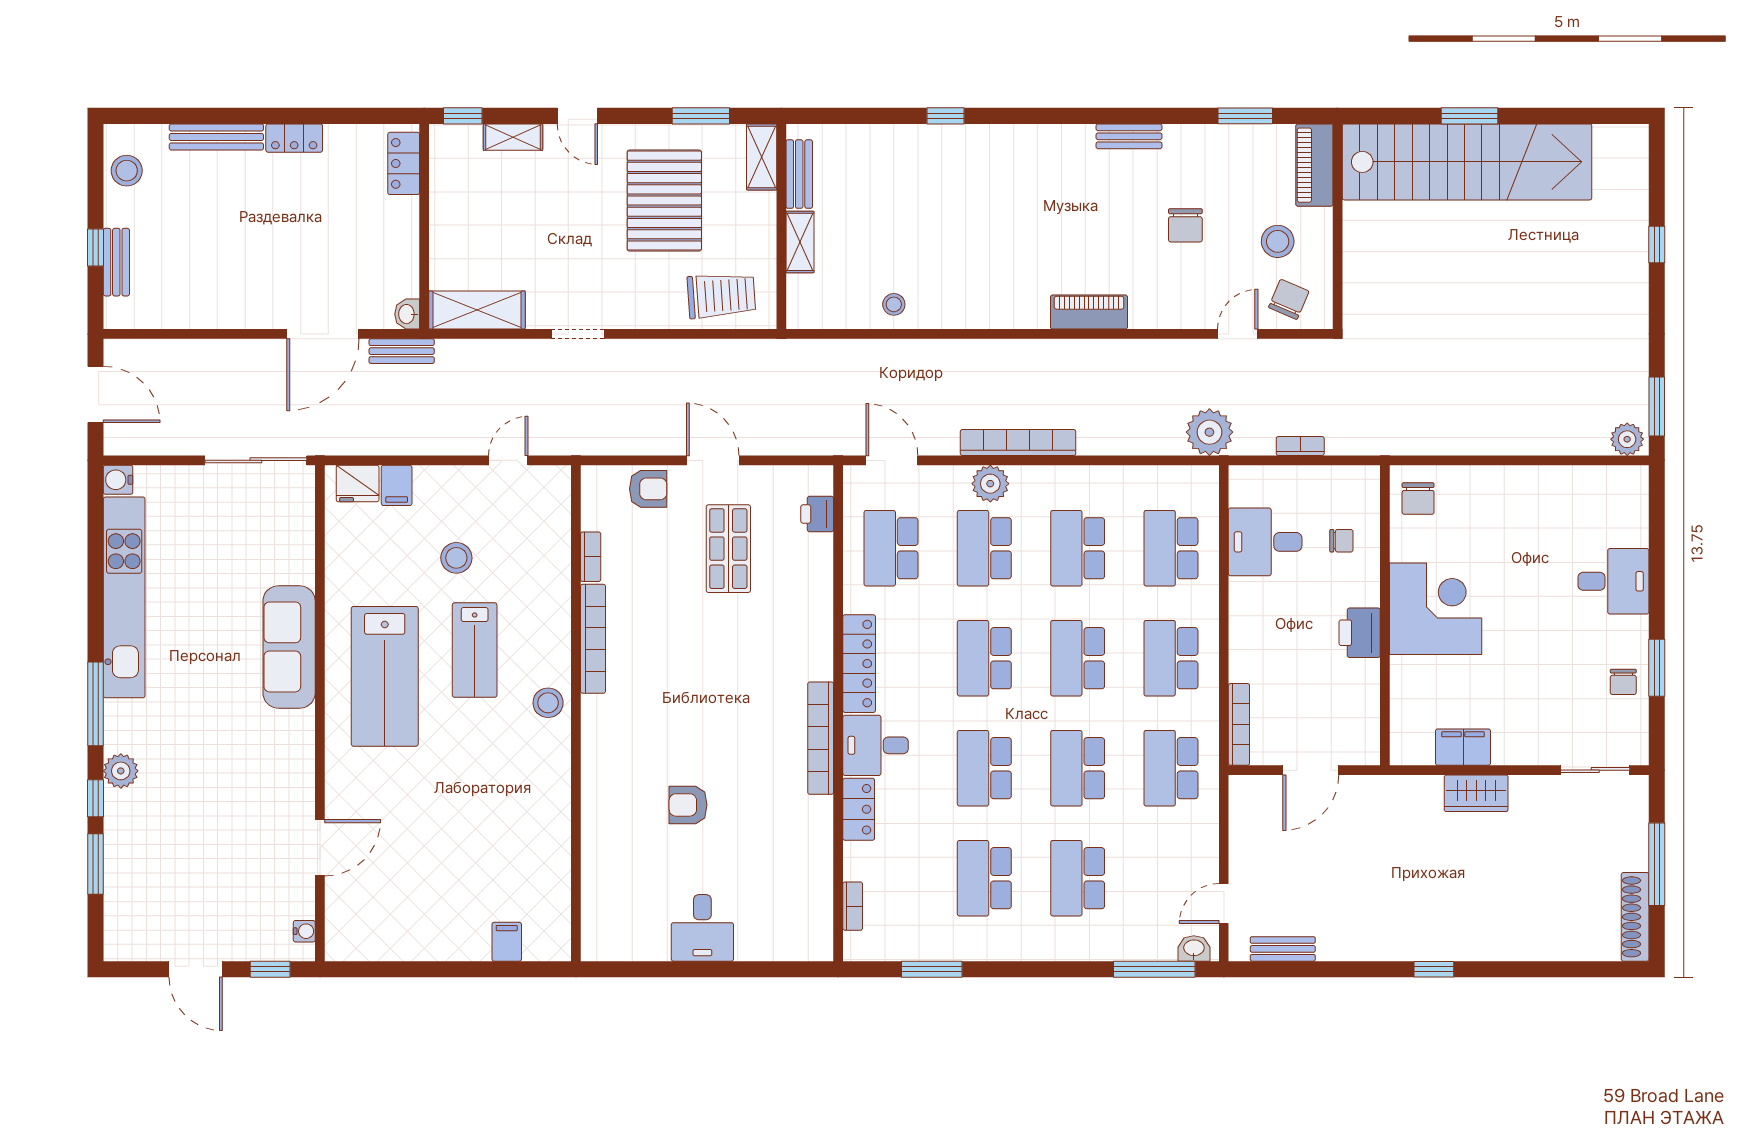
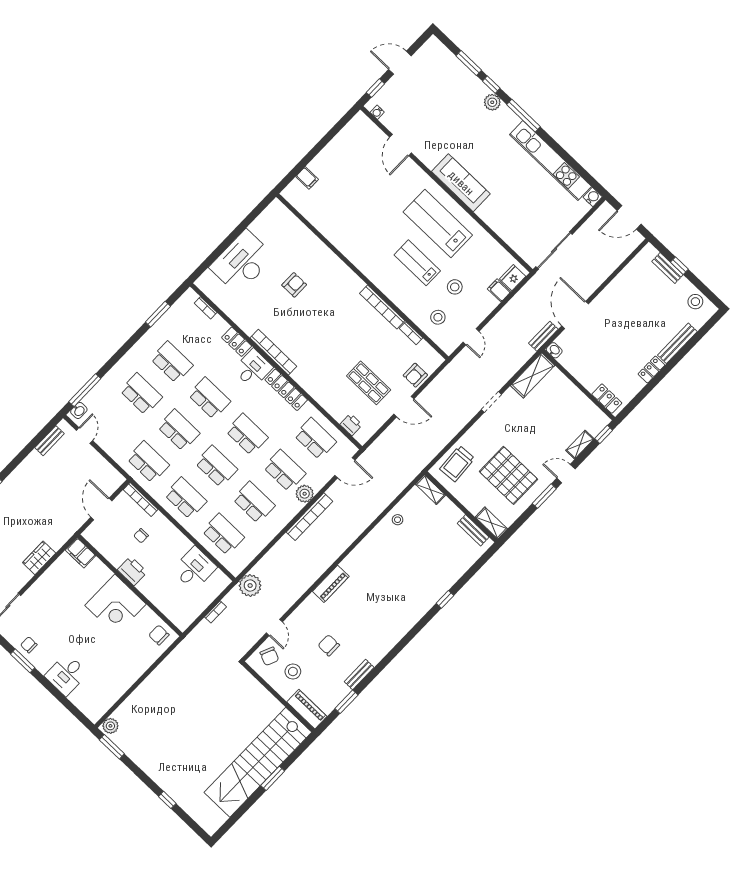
window: (701, 116) -> (544, 496), moved
bench: (1129, 136) -> (359, 674), moved
shelving: (800, 242) -> (430, 490), moved
chair: (1341, 541) -> (141, 536), moved
sofa: (289, 647) -> (461, 183), moved
stool: (548, 703) -> (438, 317), moved
filing cabinet: (1463, 747) -> (80, 553), moved, turned 90
desk: (702, 928) -> (242, 262), width x1.87, depth x1.30

